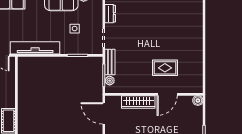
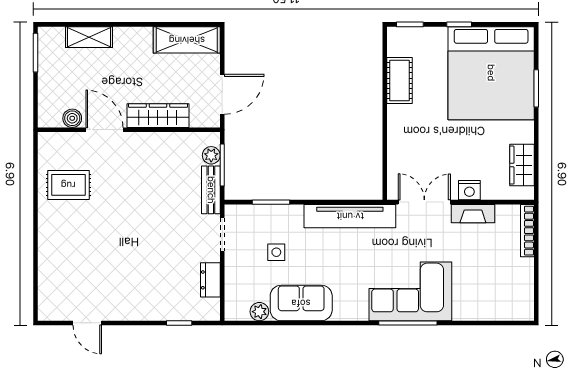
rug: (165, 68) -> (68, 185), moved
door: (167, 94) -> (104, 130), hinge flipped
boiler: (198, 101) -> (72, 118), moved
door: (104, 113) -> (222, 94), hinge flipped

